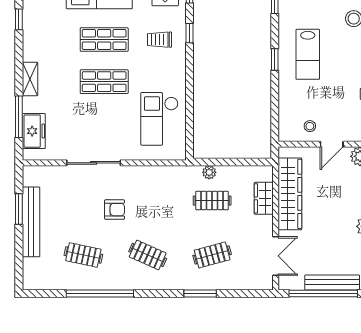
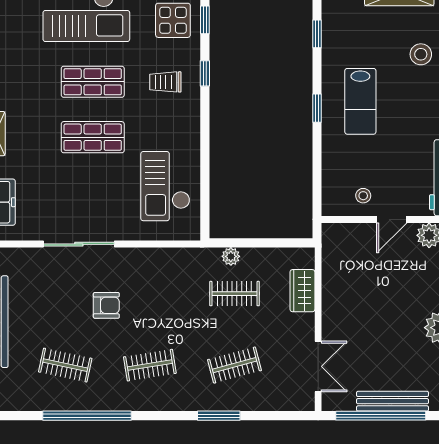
wardrobe: (290, 194) -> (337, 285), removed
clothes rail: (148, 255) -> (150, 365), turned -33

